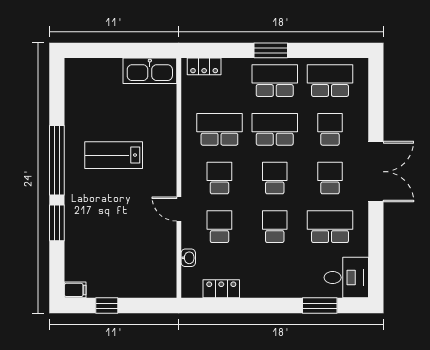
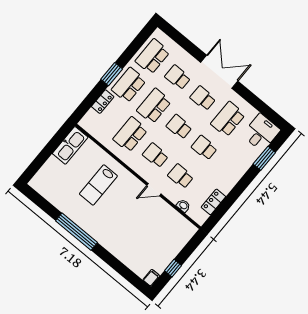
locker: (204, 66) -> (103, 102), moved
lab bench: (114, 155) -> (98, 185), moved
window: (57, 223) -> (109, 259), removed

